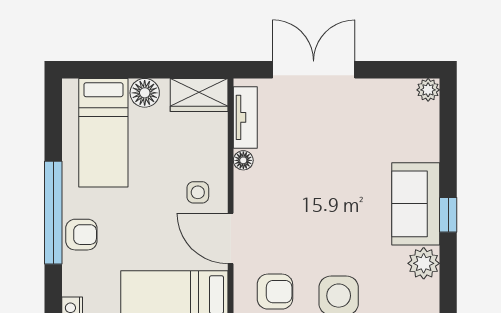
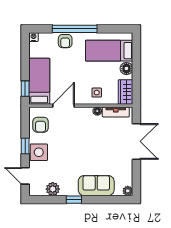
side table: (198, 192) -> (97, 93), moved
sofa: (416, 204) -> (96, 186), moved

